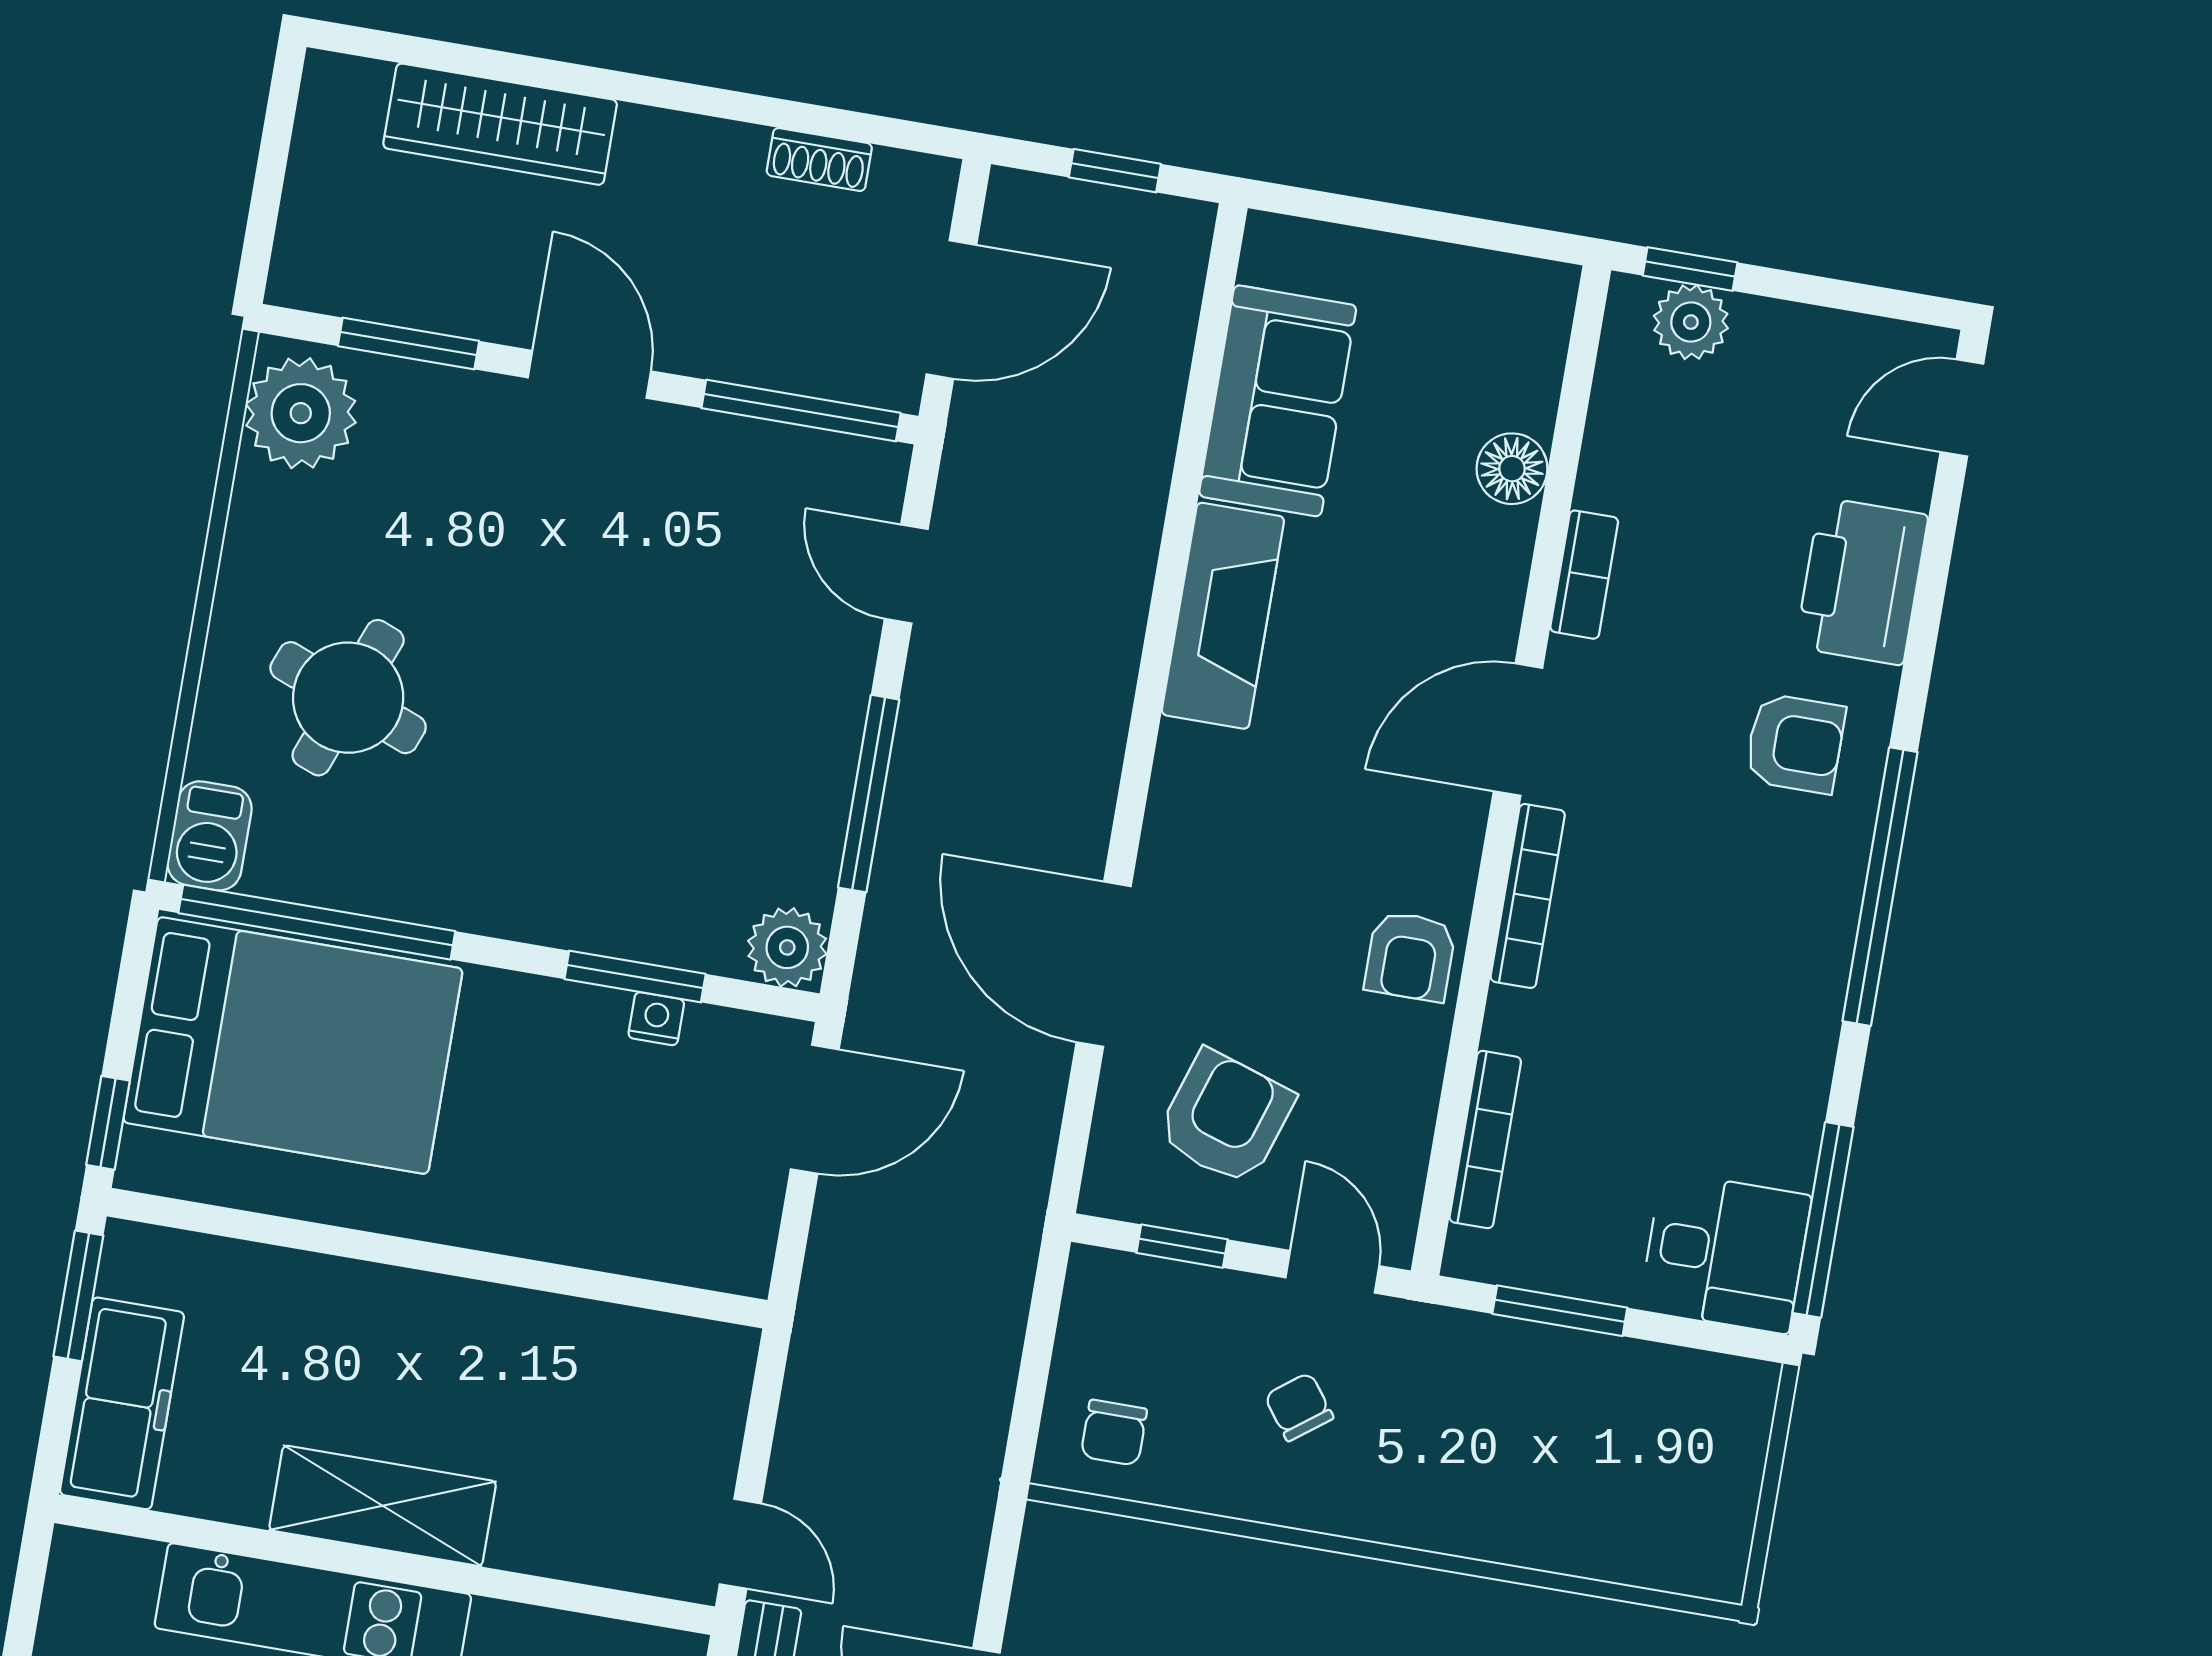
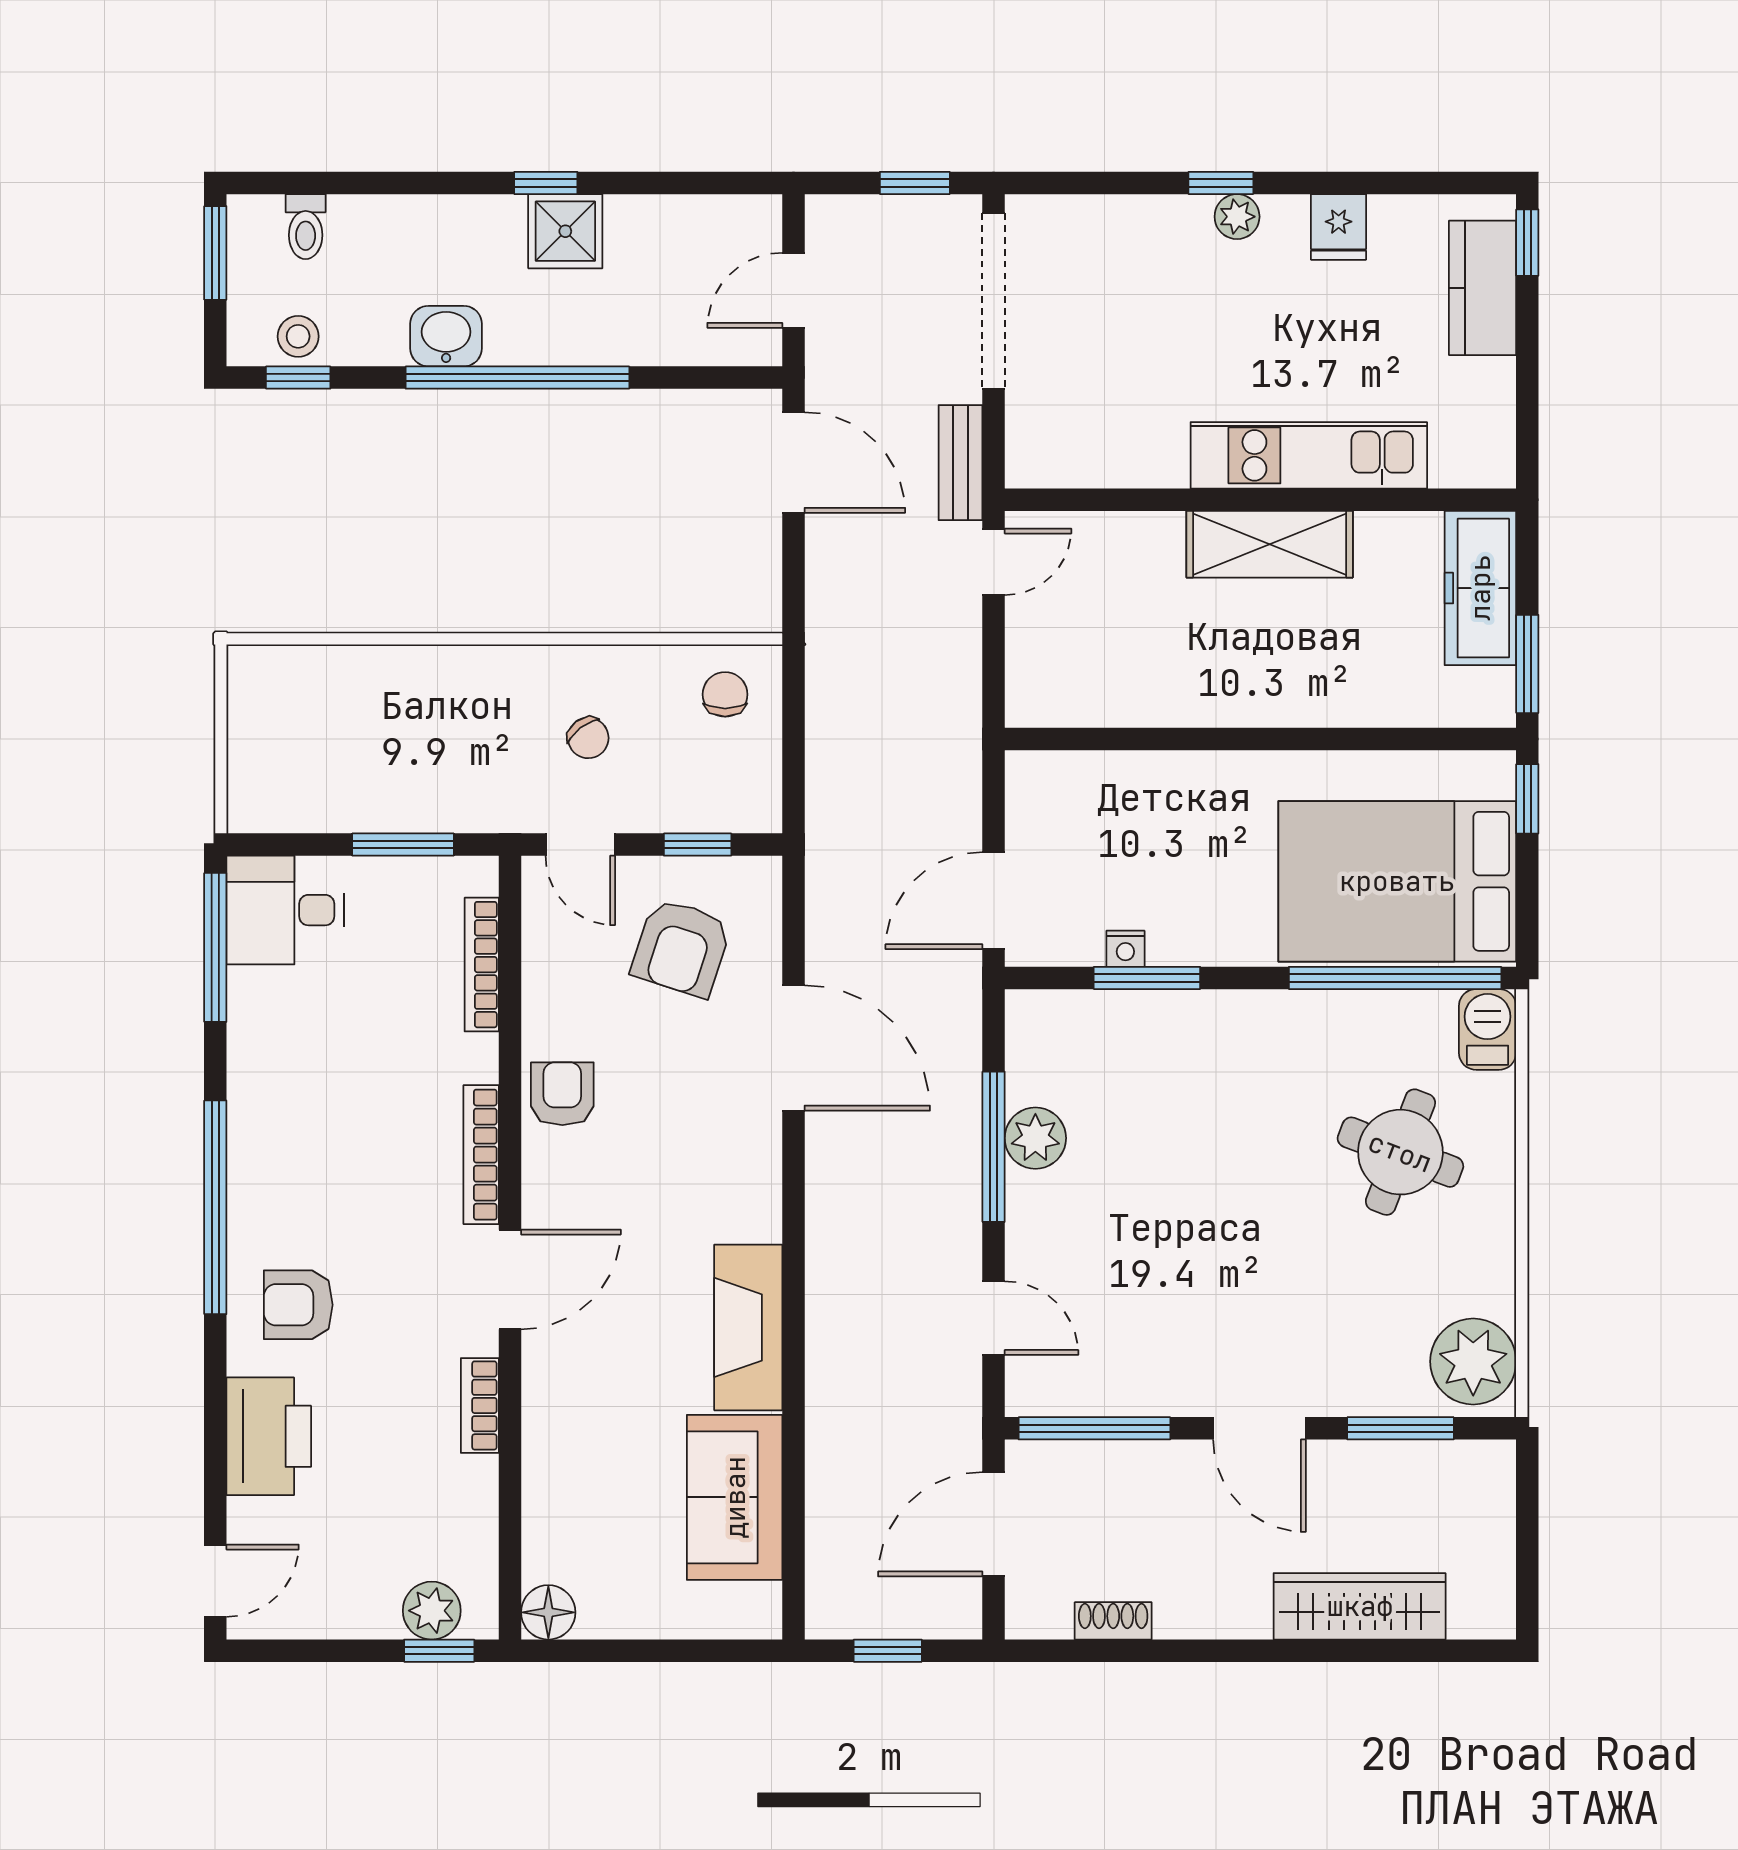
floor lamp: (1512, 469) -> (548, 1612), moved
plant: (787, 947) -> (1035, 1138), moved
door: (740, 1544) -> (994, 562), swing flipped

